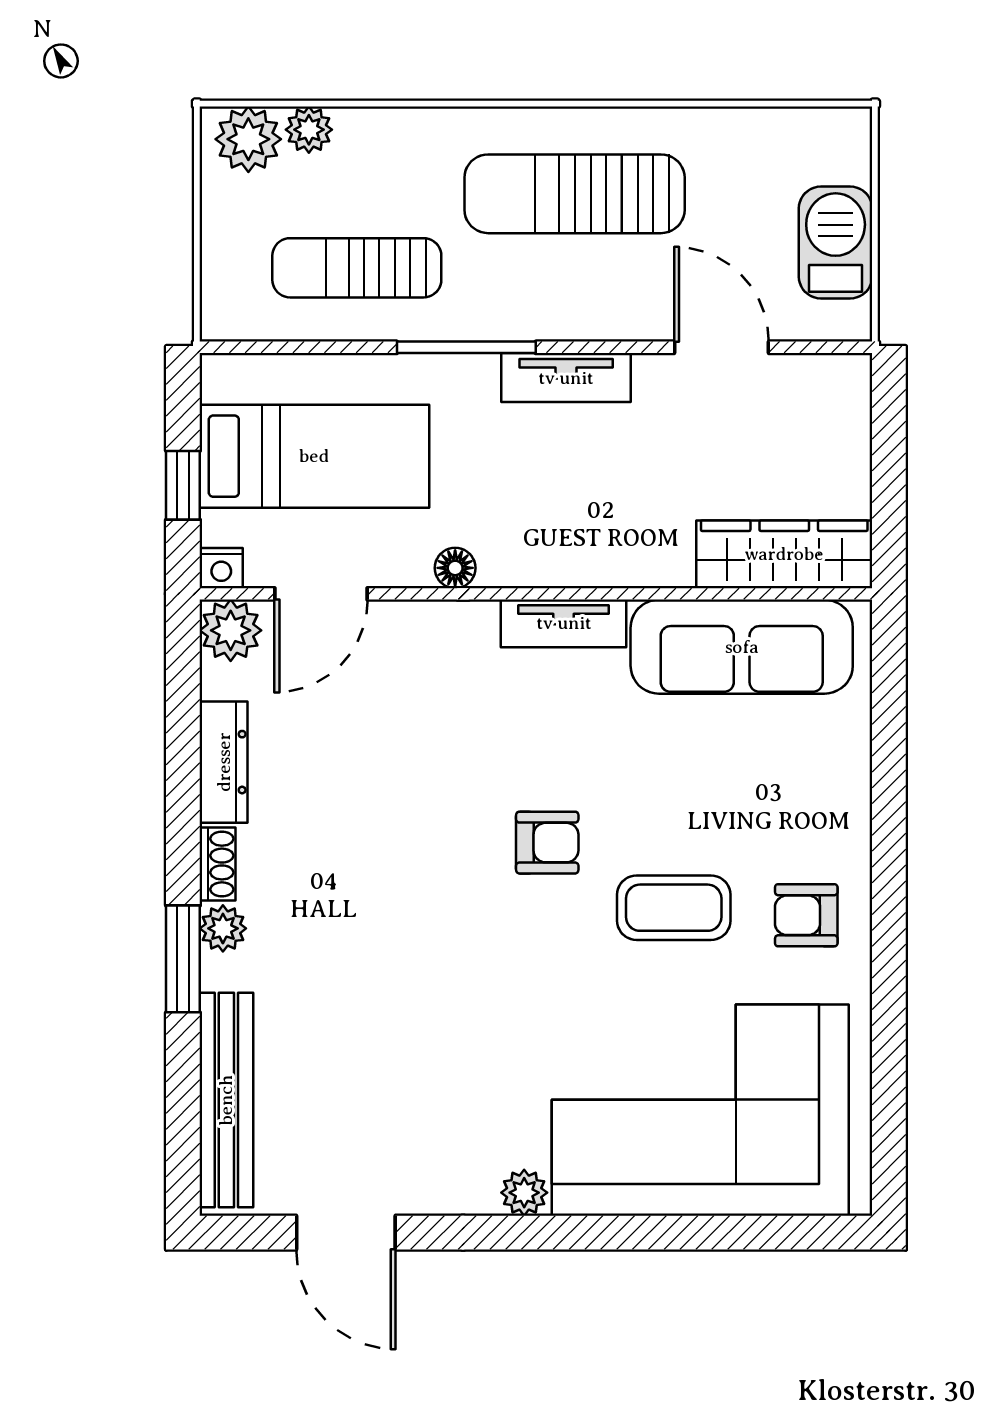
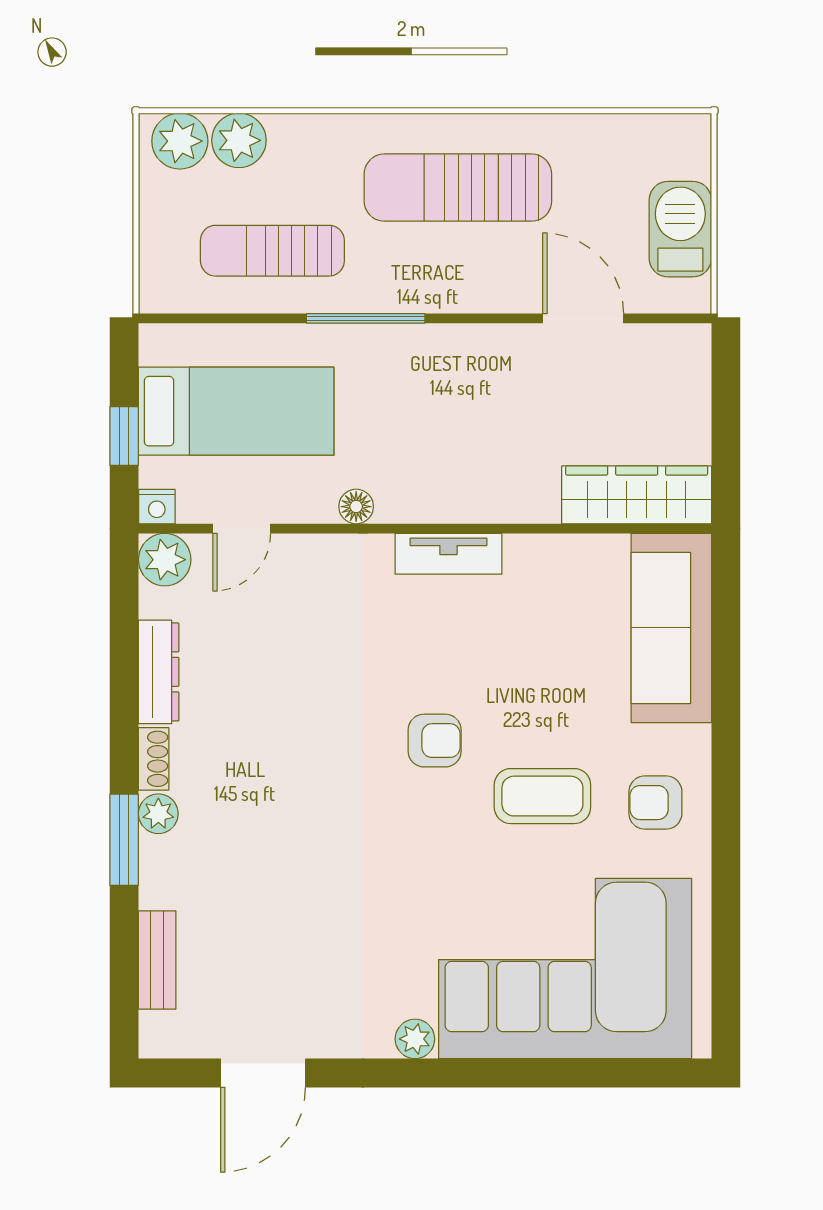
plant: (309, 130) -> (239, 140), width x1.38, depth x1.38
tv unit: (566, 378) -> (451, 344), removed
door: (321, 594) -> (242, 529), width x0.73
sofa: (742, 647) -> (671, 628), moved, turned 90
bench: (226, 1100) -> (157, 960), width x0.54, depth x0.82
door: (346, 1233) -> (263, 1073), hinge flipped

